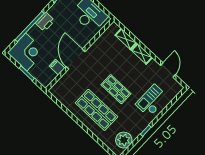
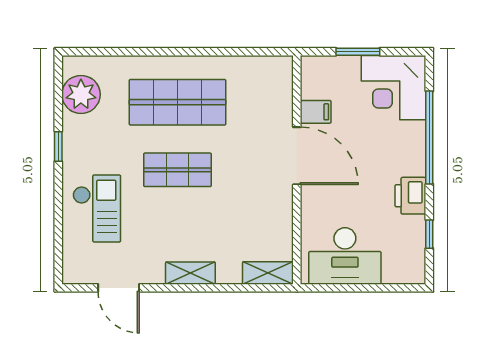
printer: (45, 22) -> (410, 196), moved
shelving: (126, 39) -> (268, 273), moved

